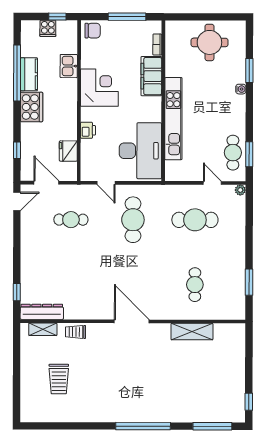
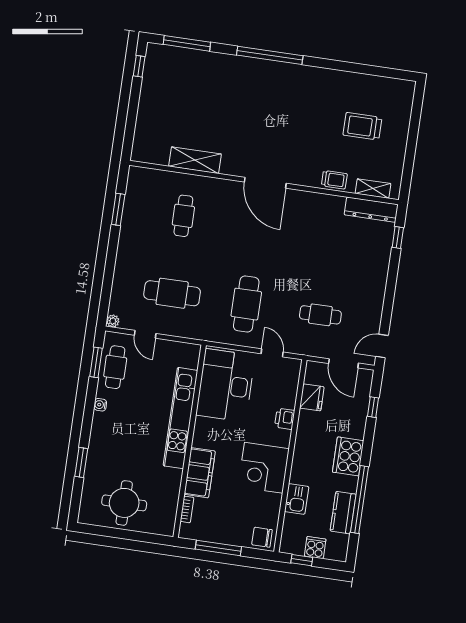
kitchen counter: (29, 74) -> (343, 513), moved
water cooler: (241, 89) -> (100, 405), moved
trolley: (59, 379) -> (362, 126), turned -90

